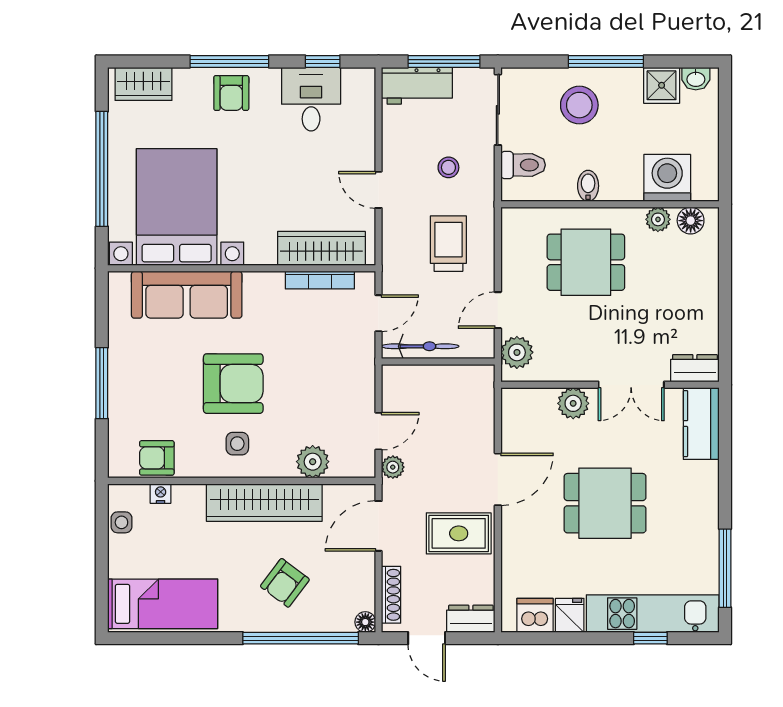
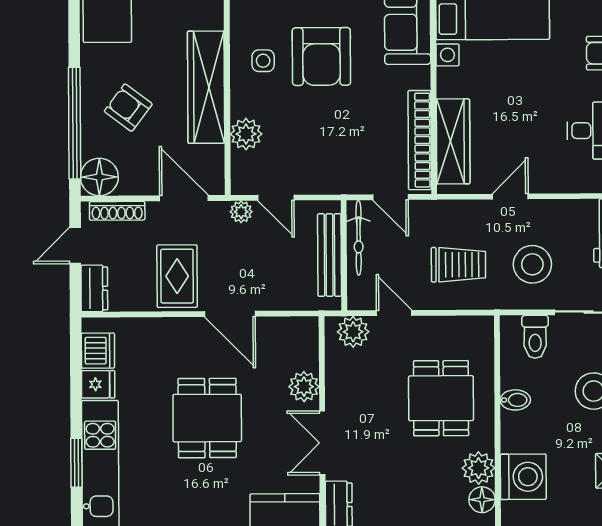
stool: (448, 167) -> (532, 264), width x1.89, depth x1.89
plant: (658, 219) -> (478, 468), width x1.38, depth x1.38
bookcase: (320, 280) -> (420, 140), width x1.48, depth x1.31
bench: (438, 376) -> (329, 255), added
floor lamp: (365, 622) -> (99, 177), width x1.89, depth x1.89
window: (650, 638) -> (76, 463), width x1.50

